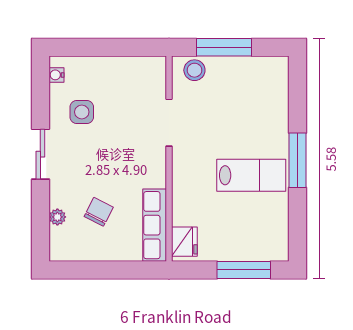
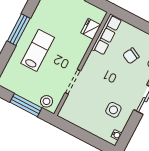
lab bench: (251, 175) -> (38, 50), moved, turned 90
fridge: (184, 242) -> (91, 29), moved

